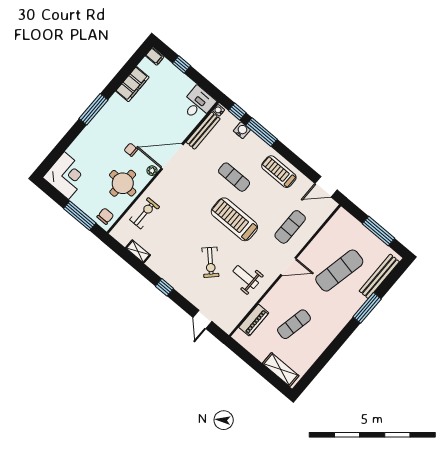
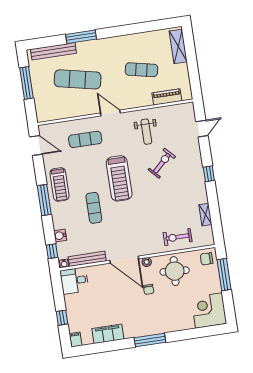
window: (262, 132) -> (44, 200), moved

